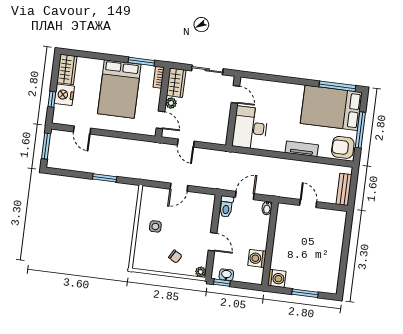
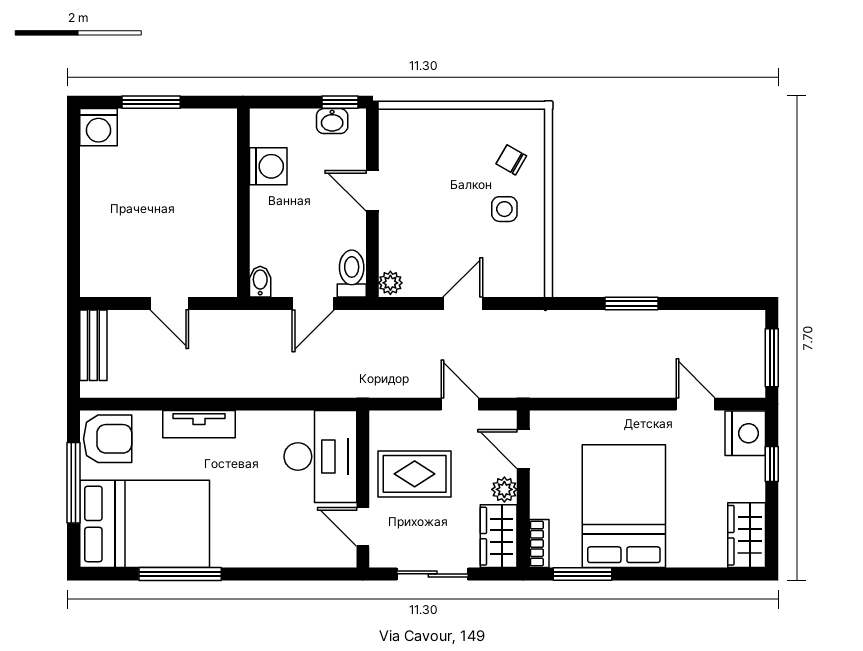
window: (337, 86) -> (180, 574), moved
nightstand: (64, 95) -> (745, 433), moved
rug: (210, 115) -> (415, 474), added
chair: (175, 257) -> (511, 160), moved
plant: (201, 272) -> (390, 283), moved
washing machine: (277, 278) -> (98, 127), moved, turned -90

